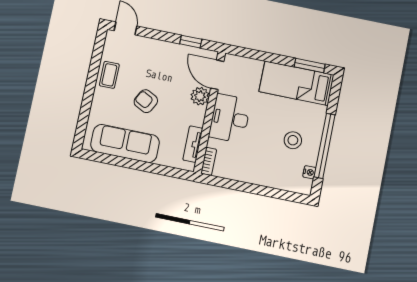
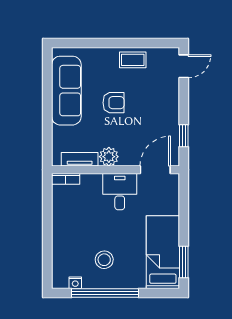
plant: (200, 96) -> (109, 157), moved
armchair: (146, 101) -> (114, 103), turned 62
desk: (230, 118) -> (120, 192), width x0.73

